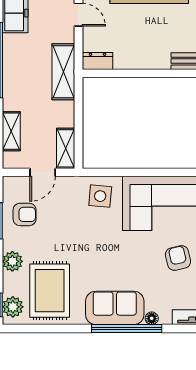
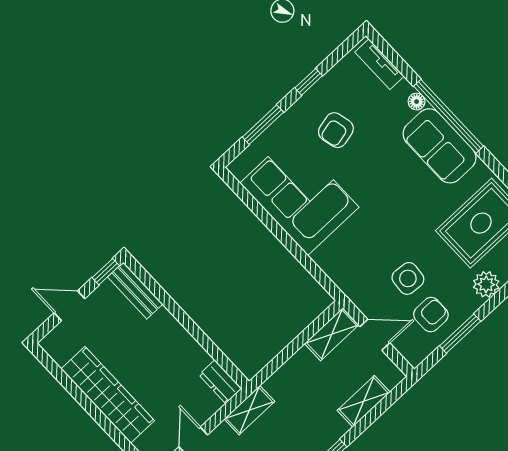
shelving: (63, 72) -> (249, 410), width x0.67, depth x0.75
side table: (100, 196) -> (408, 278), moved
armchair: (25, 214) -> (431, 315), turned 90

